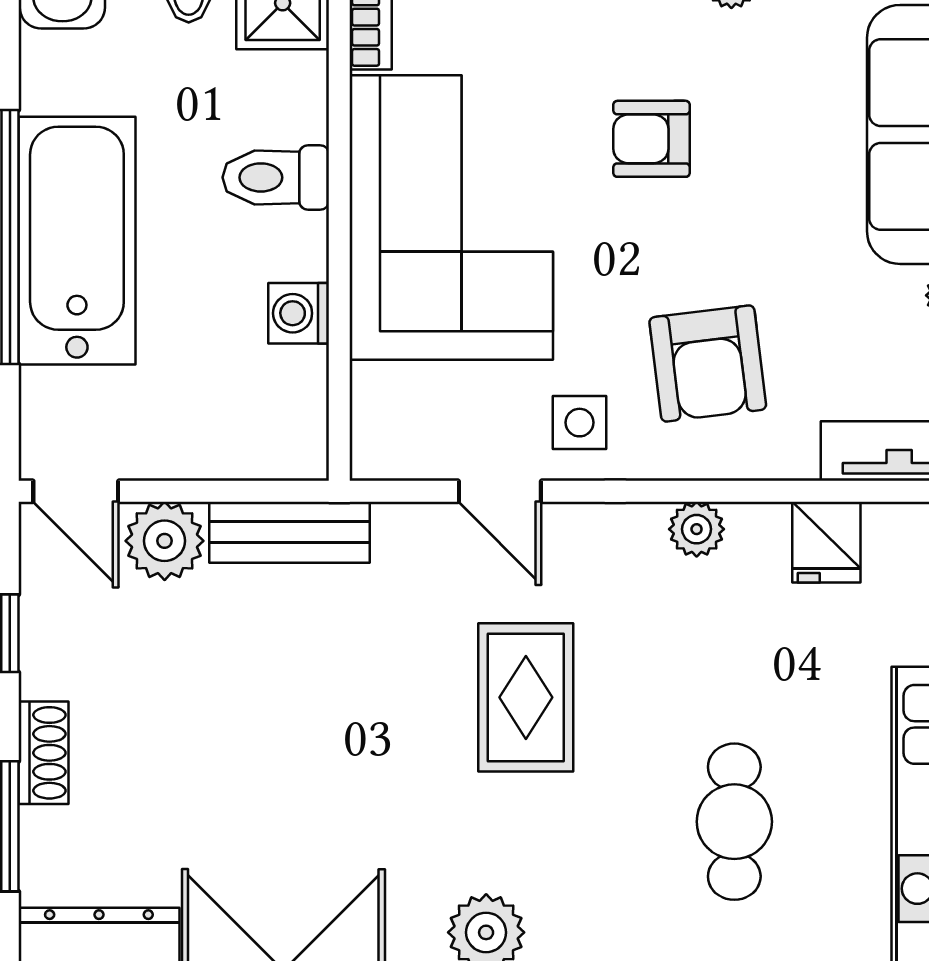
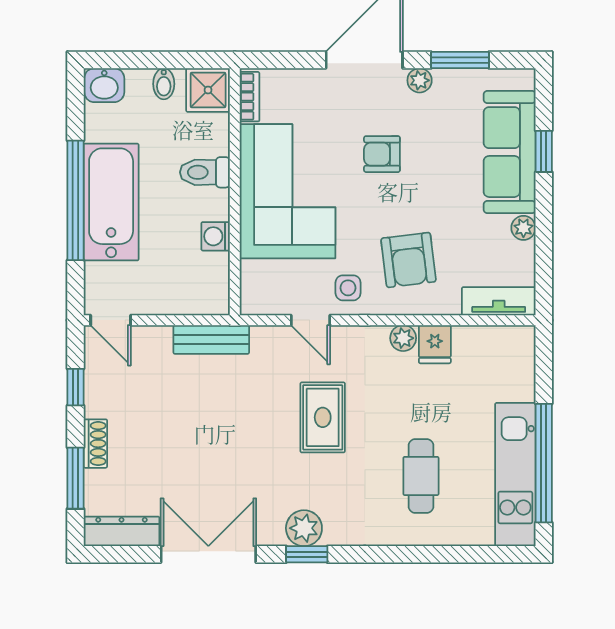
plant: (165, 541) -> (152, 344), removed
fridge: (826, 542) -> (435, 344), moved

